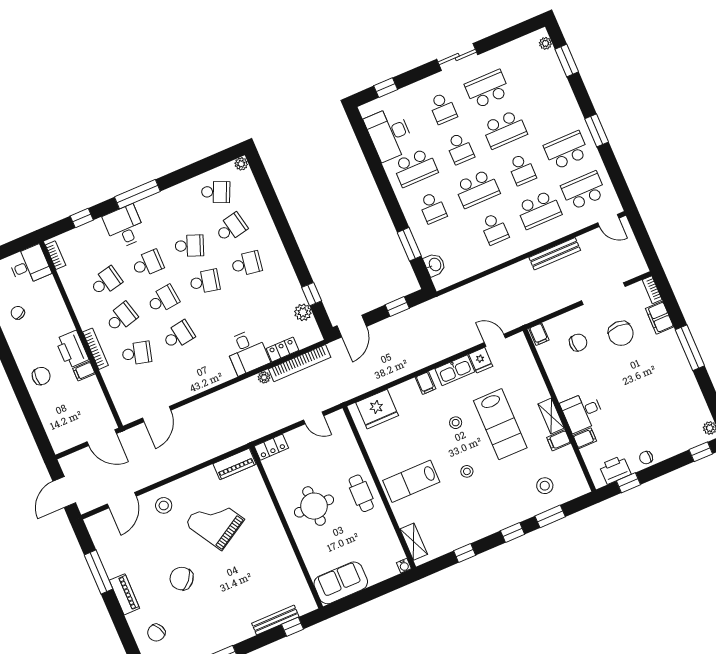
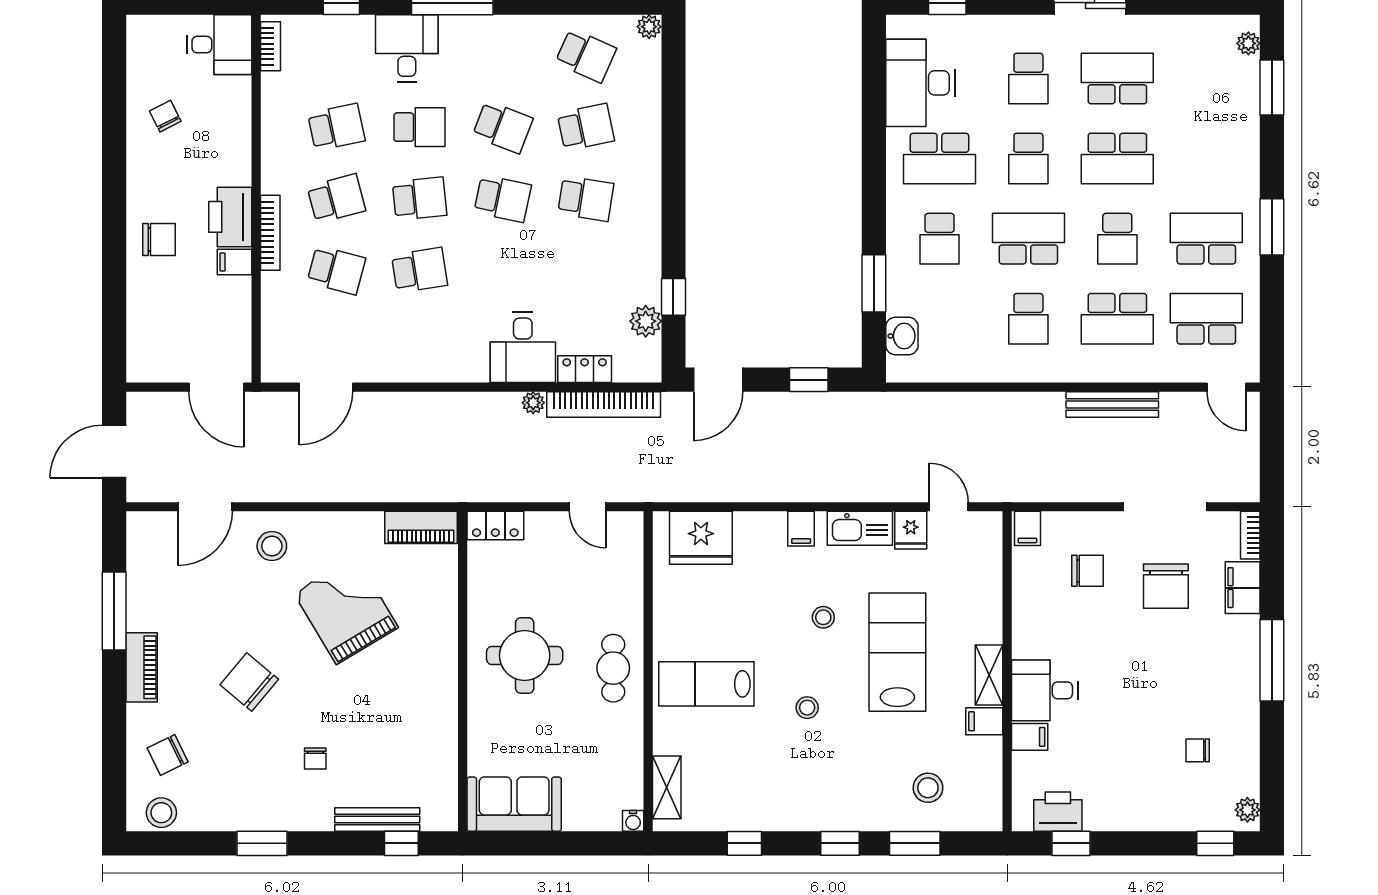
school desk: (477, 189) -> (1028, 239), turned 180
lab bench: (500, 424) -> (897, 652), turned 180
chair: (646, 458) -> (1198, 750), moved
chair: (231, 603) -> (315, 759), added

